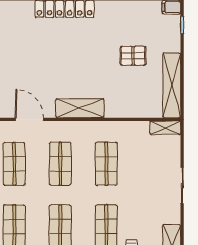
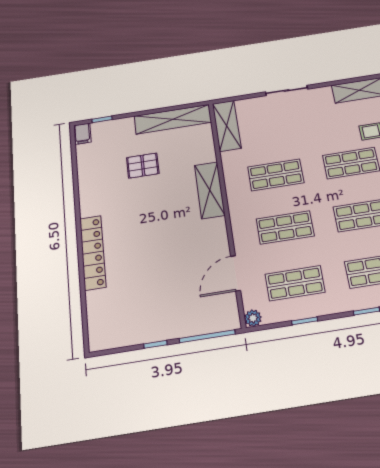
pallet: (133, 56) -> (143, 166), turned 90
shelving: (80, 108) -> (210, 190), moved
shelving: (165, 128) -> (227, 126), width x1.50, depth x1.33

